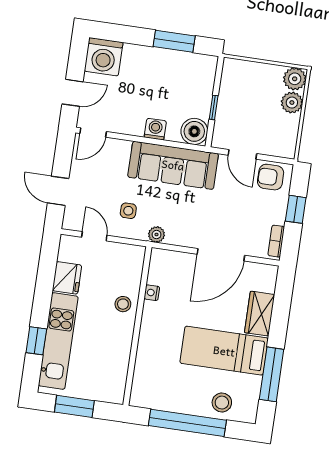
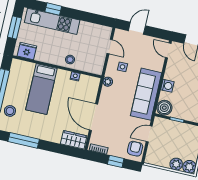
door: (94, 236) -> (110, 46), hinge flipped
fridge: (67, 278) -> (27, 51), moved, turned 180
wardrobe: (260, 314) -> (74, 140), moved
bed: (224, 351) -> (41, 89), moved, turned 180

